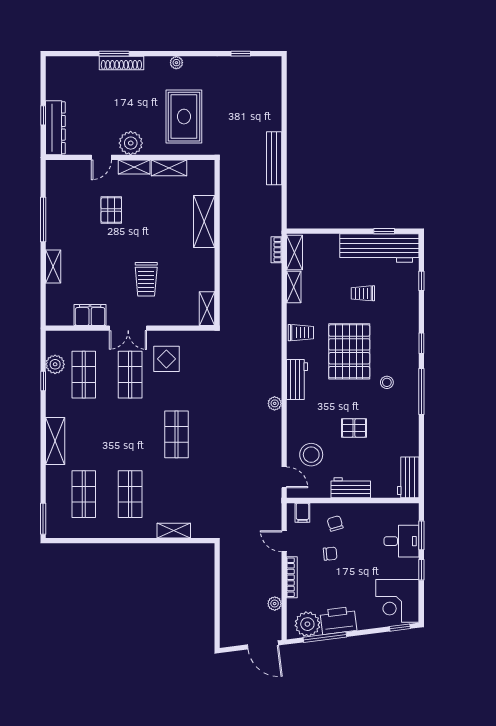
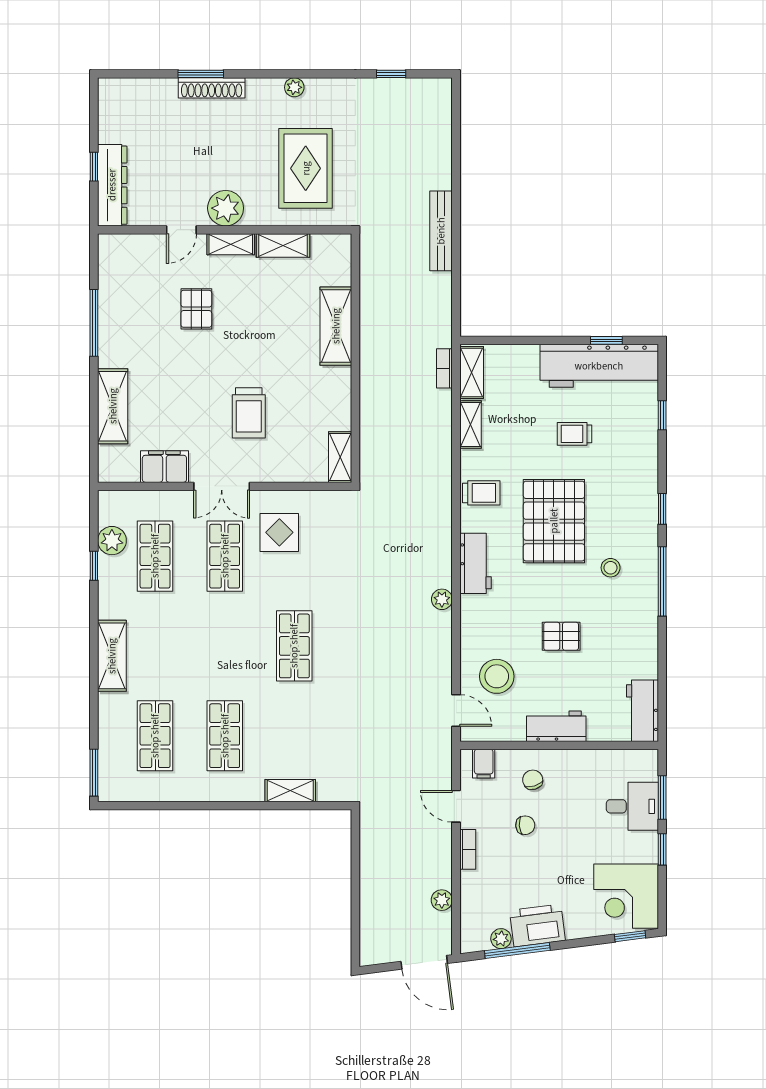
shelving: (53, 267) -> (113, 406), width x1.50, depth x1.33
bookcase: (292, 577) -> (468, 849), width x0.64
plant: (307, 624) -> (501, 939), width x0.53, depth x0.53

